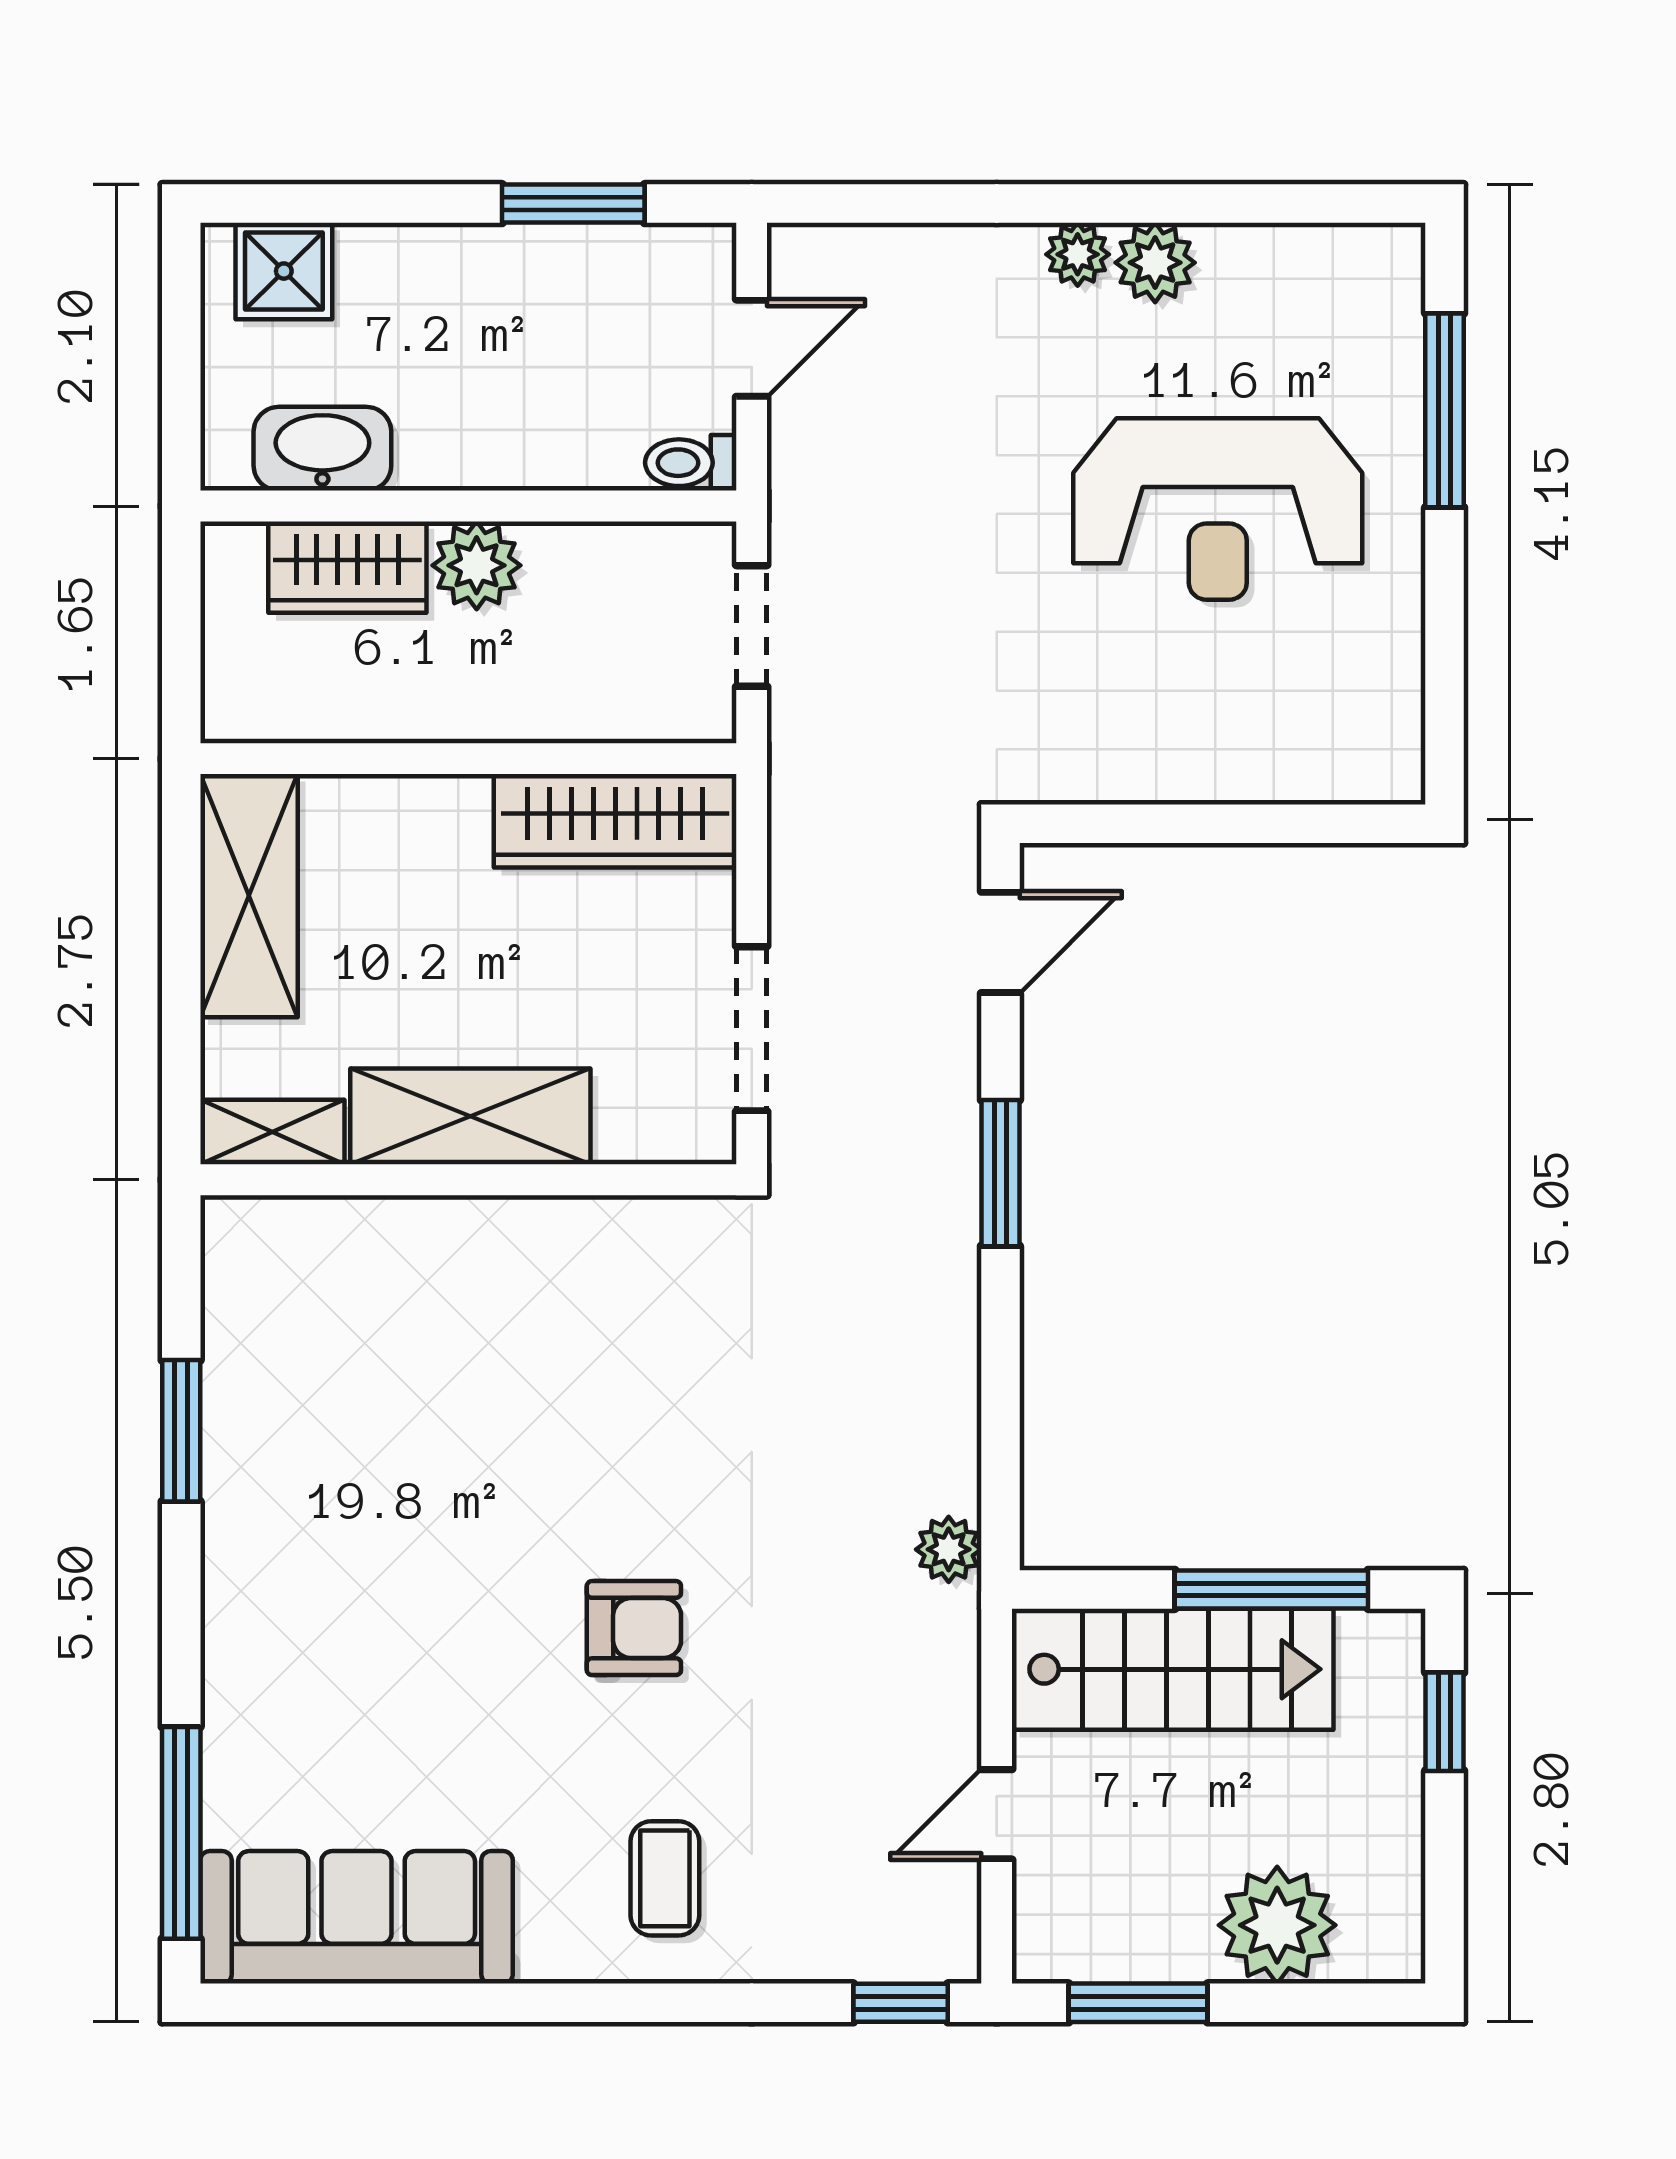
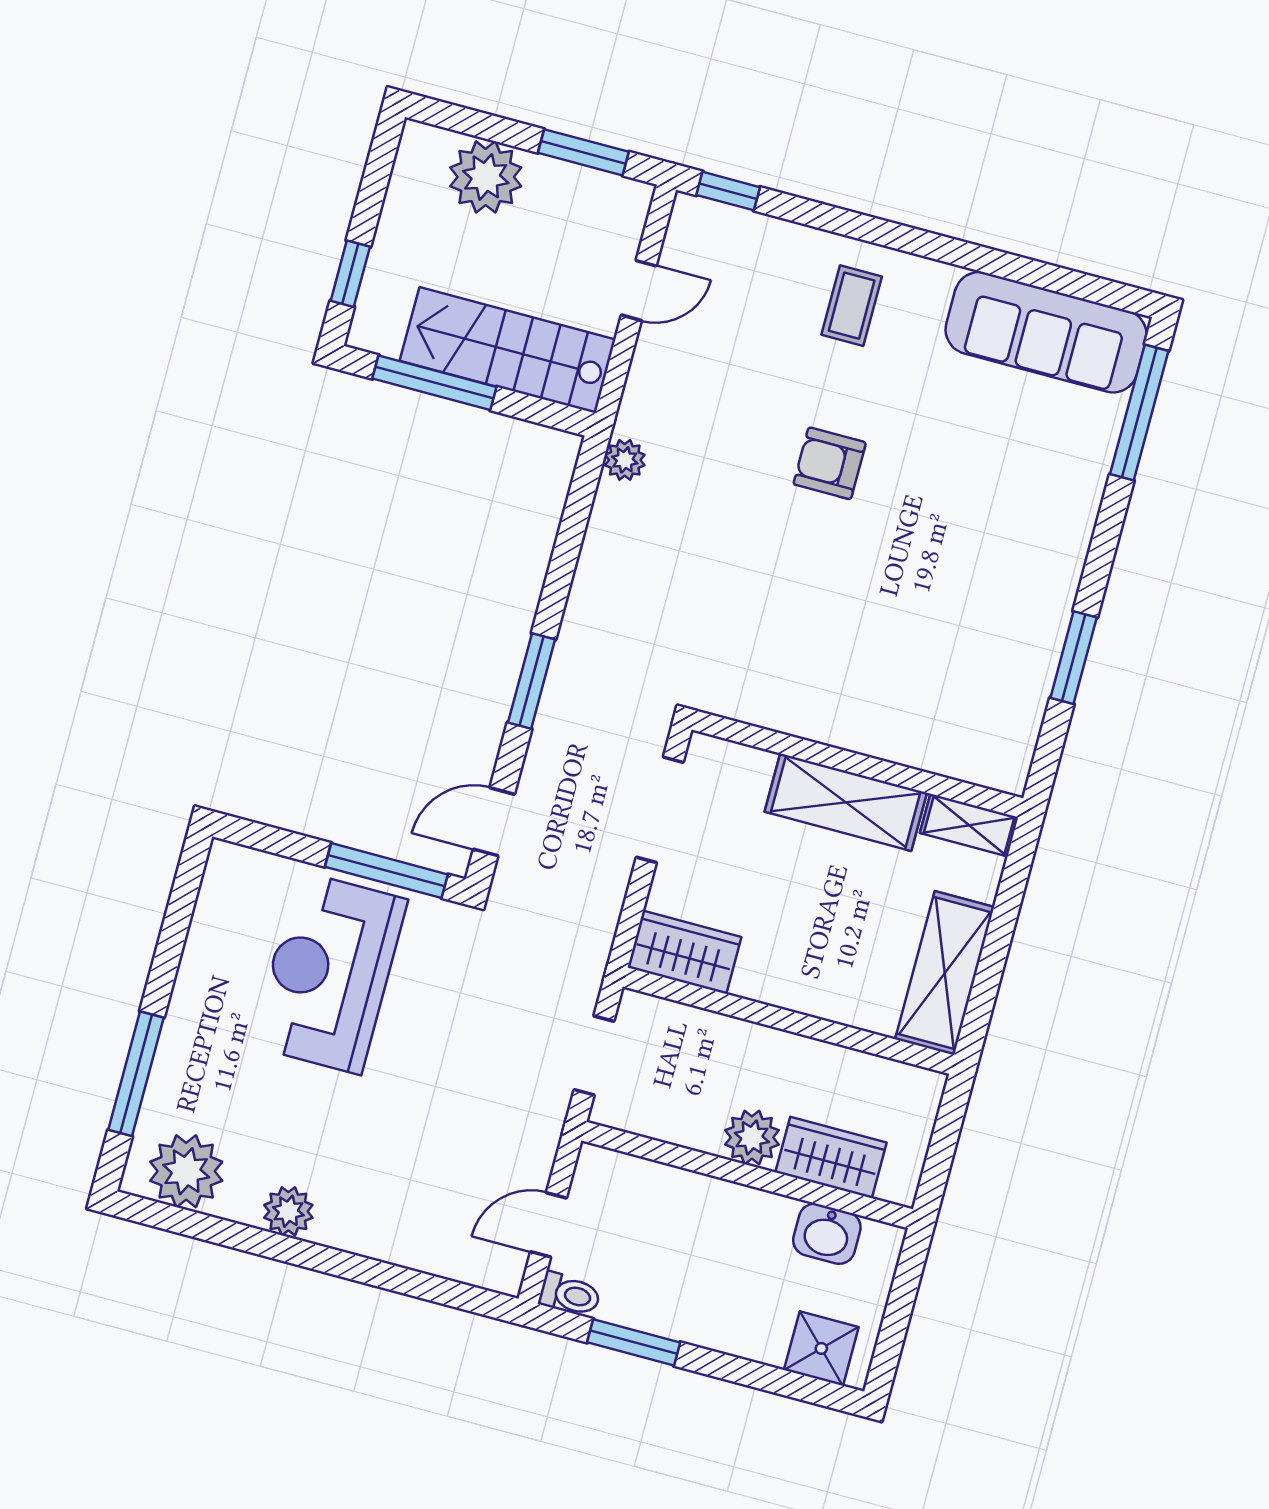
plant: (1078, 254) -> (186, 1171), moved, width x1.88, depth x1.88
washbasin: (322, 449) -> (827, 1234), width x0.72
toilet: (691, 463) -> (570, 1294), moved
reception desk: (1218, 509) -> (329, 973), moved, turned -90
wardrobe: (615, 821) -> (684, 952), width x0.67
window: (1145, 824) -> (386, 871), added

